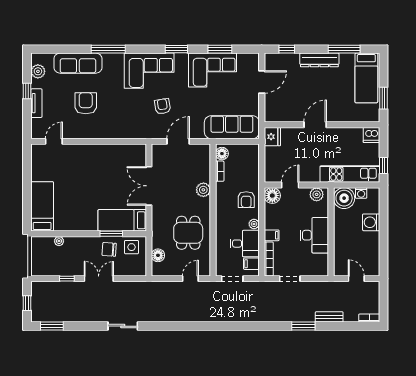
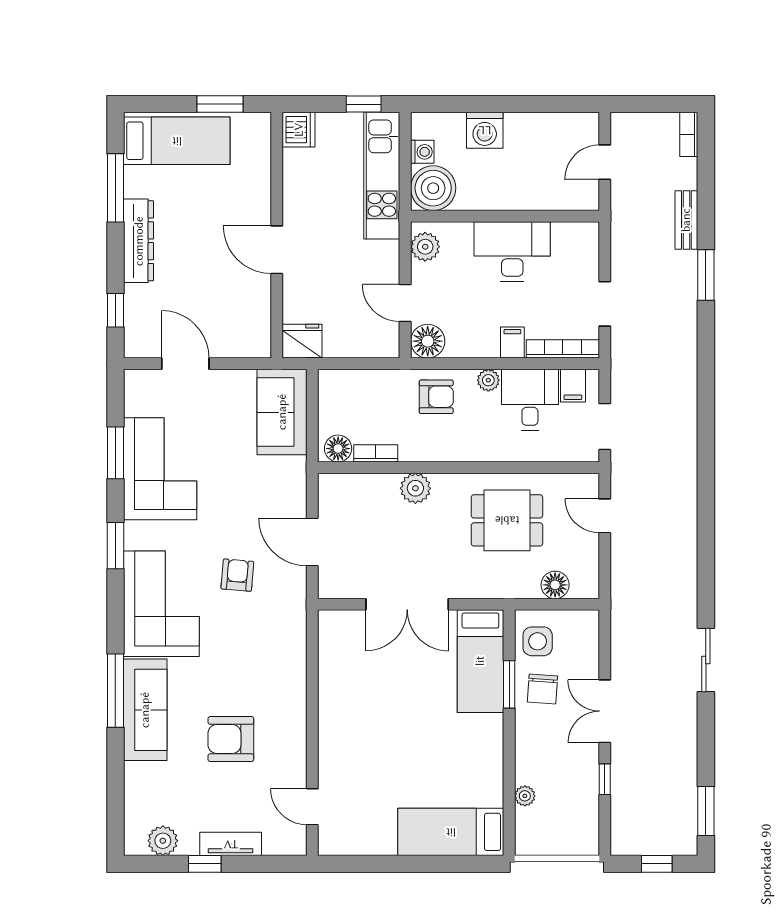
sofa: (78, 63) -> (145, 710), moved
armchair: (163, 106) -> (237, 575), turned 104
sofa: (232, 127) -> (282, 412), width x0.73

